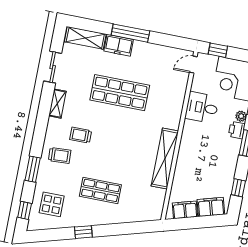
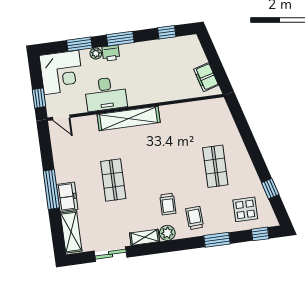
shop shelf: (120, 93) -> (113, 180), width x0.70, depth x0.74
desk: (202, 108) -> (106, 94), width x1.37
plant: (54, 126) -> (167, 233), added
shelving: (165, 159) -> (129, 118), moved
filing cabinet: (211, 207) -> (195, 53), removed
window: (83, 232) -> (270, 189), moved

